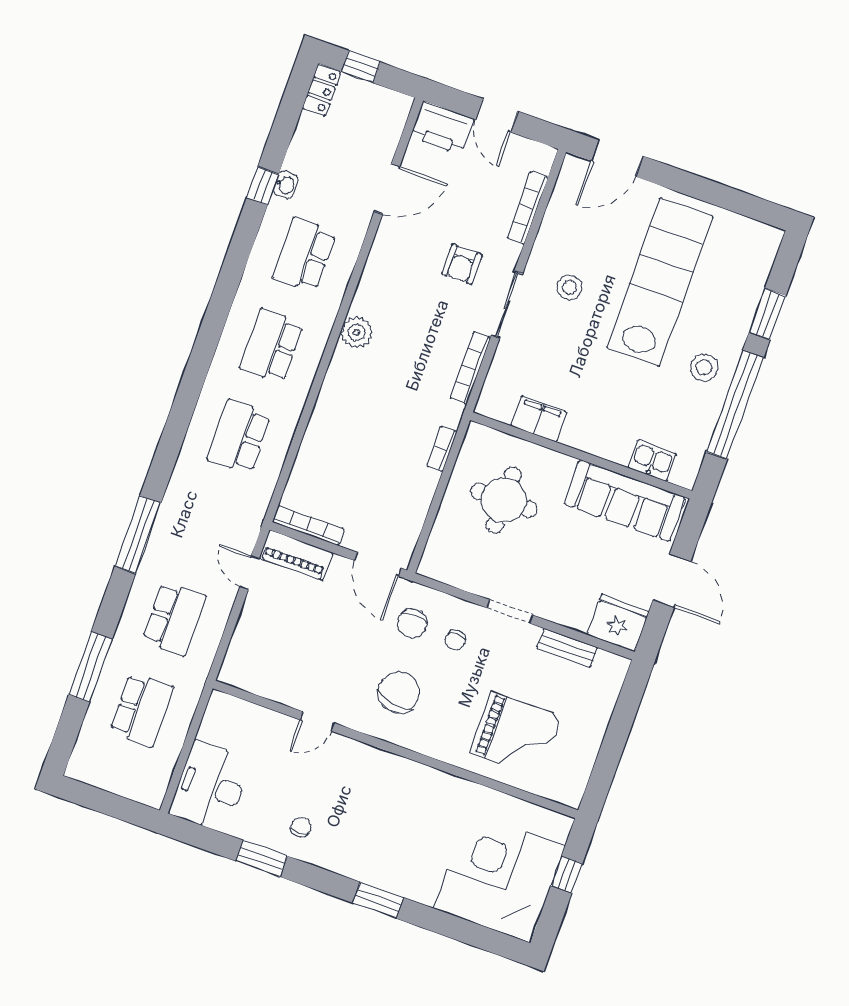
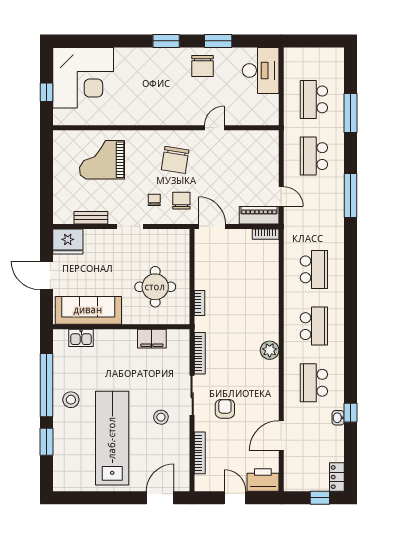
school desk: (304, 255) -> (314, 383), turned 180
lab bench: (660, 282) -> (112, 438), turned 180
bookcase: (308, 525) -> (266, 234), width x0.64
chair: (301, 827) -> (202, 66), width x1.87, depth x1.87
window: (378, 900) -> (166, 41), moved

